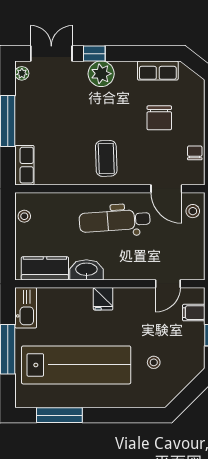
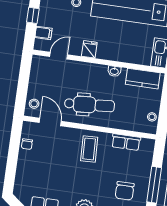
chair: (159, 118) -> (125, 191), moved, turned 180
row of seats: (24, 165) -> (126, 142), moved, turned -90
washbasin: (86, 270) -> (114, 71), width x0.52, depth x0.69
fridge: (103, 299) -> (89, 49), moved

